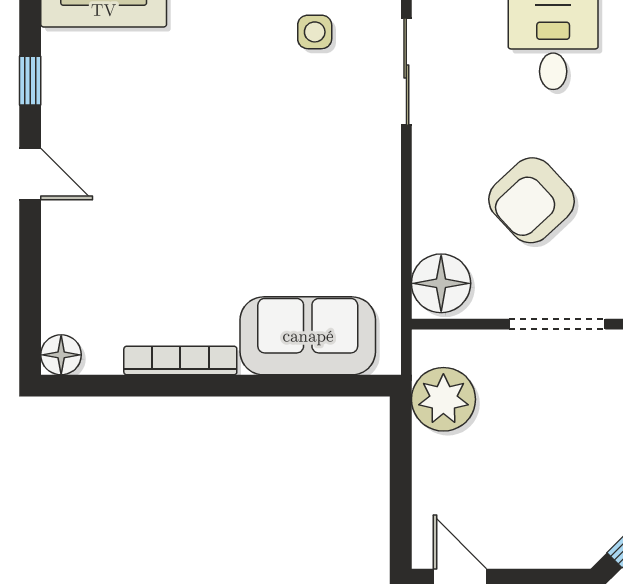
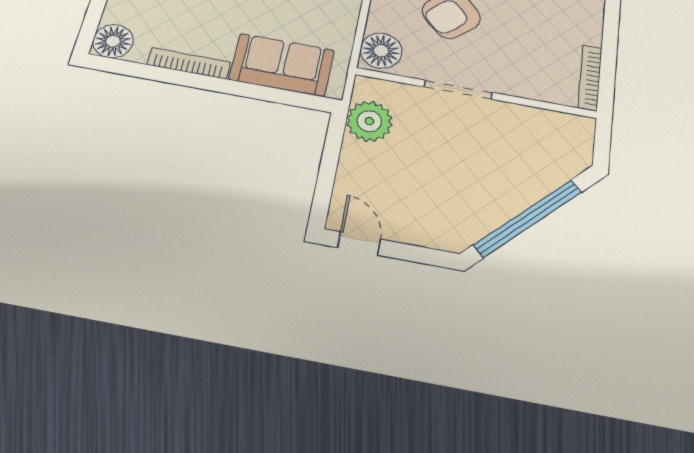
floor lamp: (61, 355) -> (113, 41), width x1.38, depth x1.38

